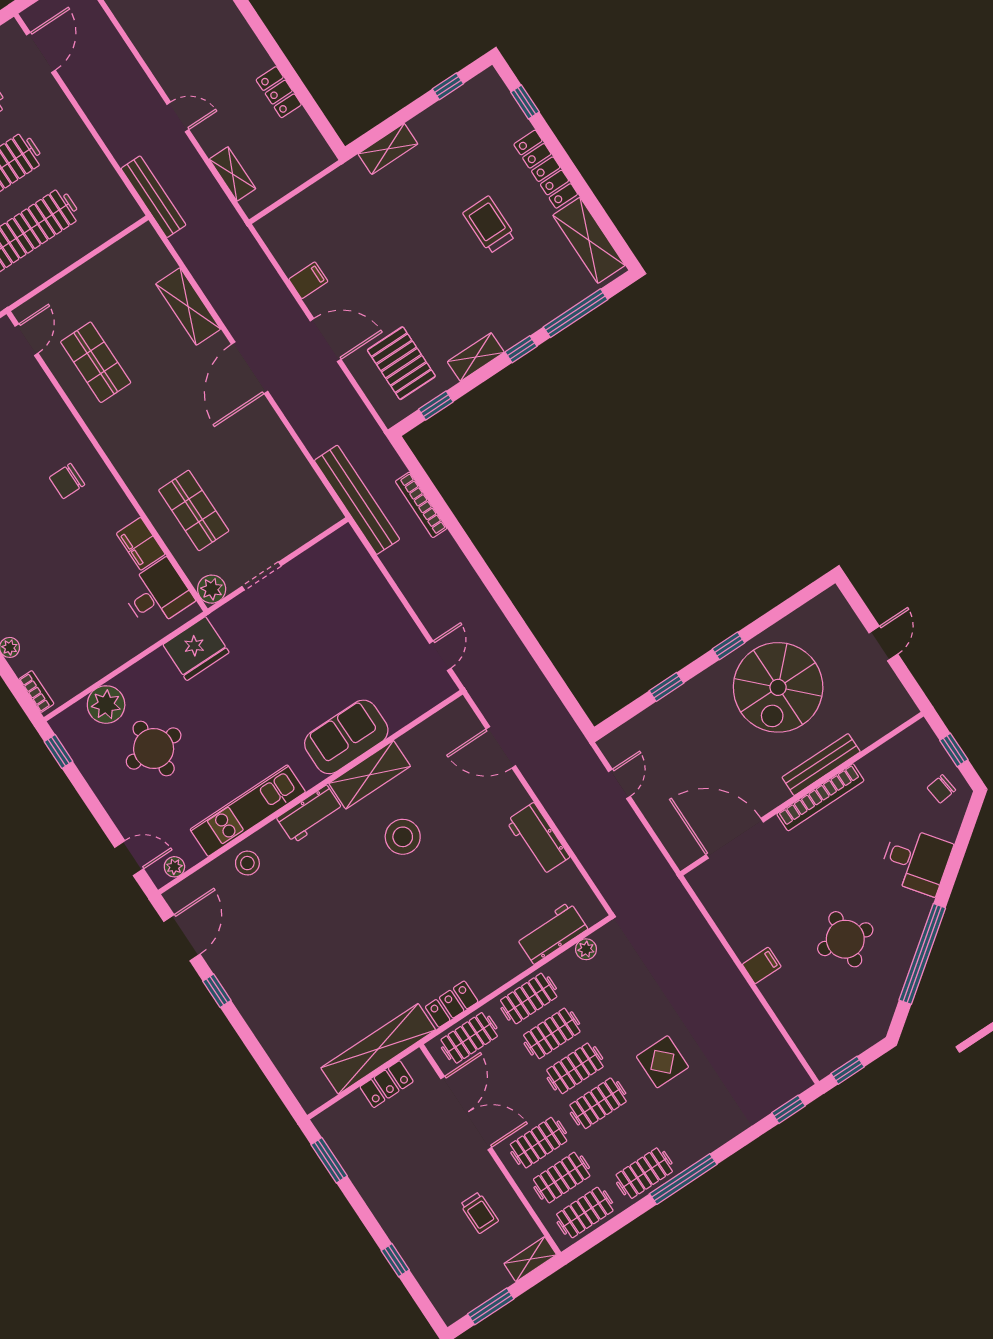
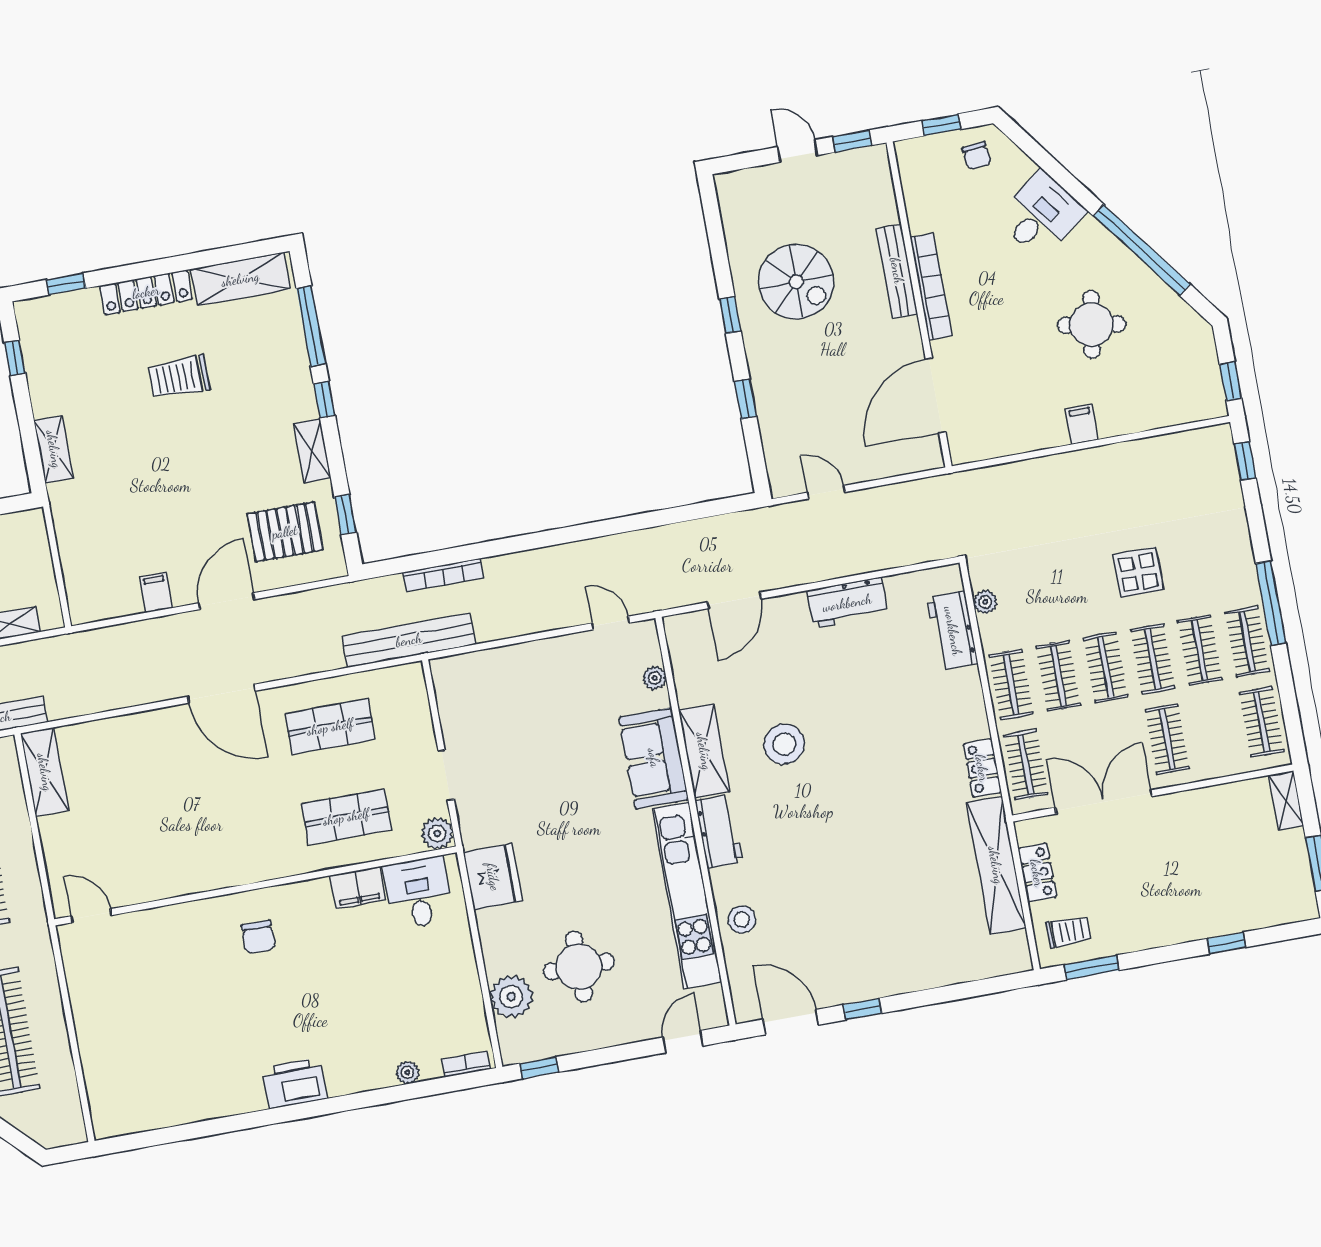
shelving: (188, 306) -> (45, 772), moved, turned 90
shop shelf: (96, 362) -> (330, 727), moved
window: (910, 684) -> (852, 141), added
spiral stairs: (778, 687) -> (796, 282), width x0.73, depth x0.73
kitchen unit: (248, 811) -> (687, 895), width x1.36
plant: (174, 867) -> (655, 678), moved
clothes rail: (562, 1178) -> (1200, 650), moved
trolley: (479, 1213) -> (1068, 932), moved

